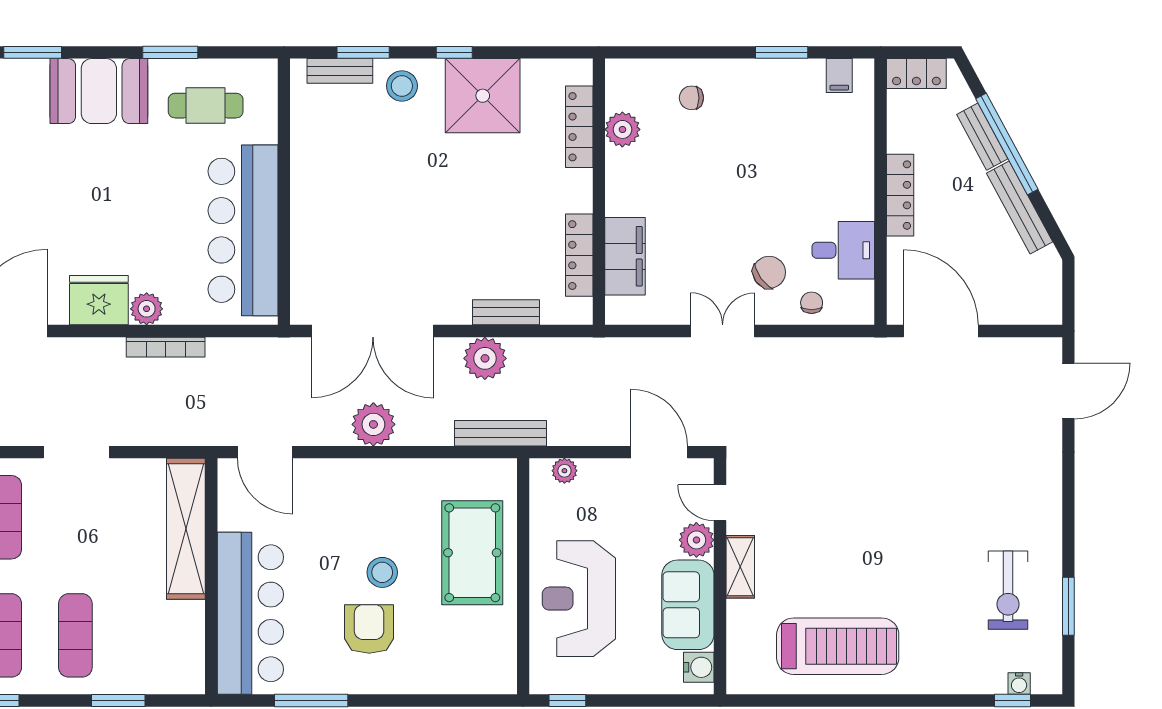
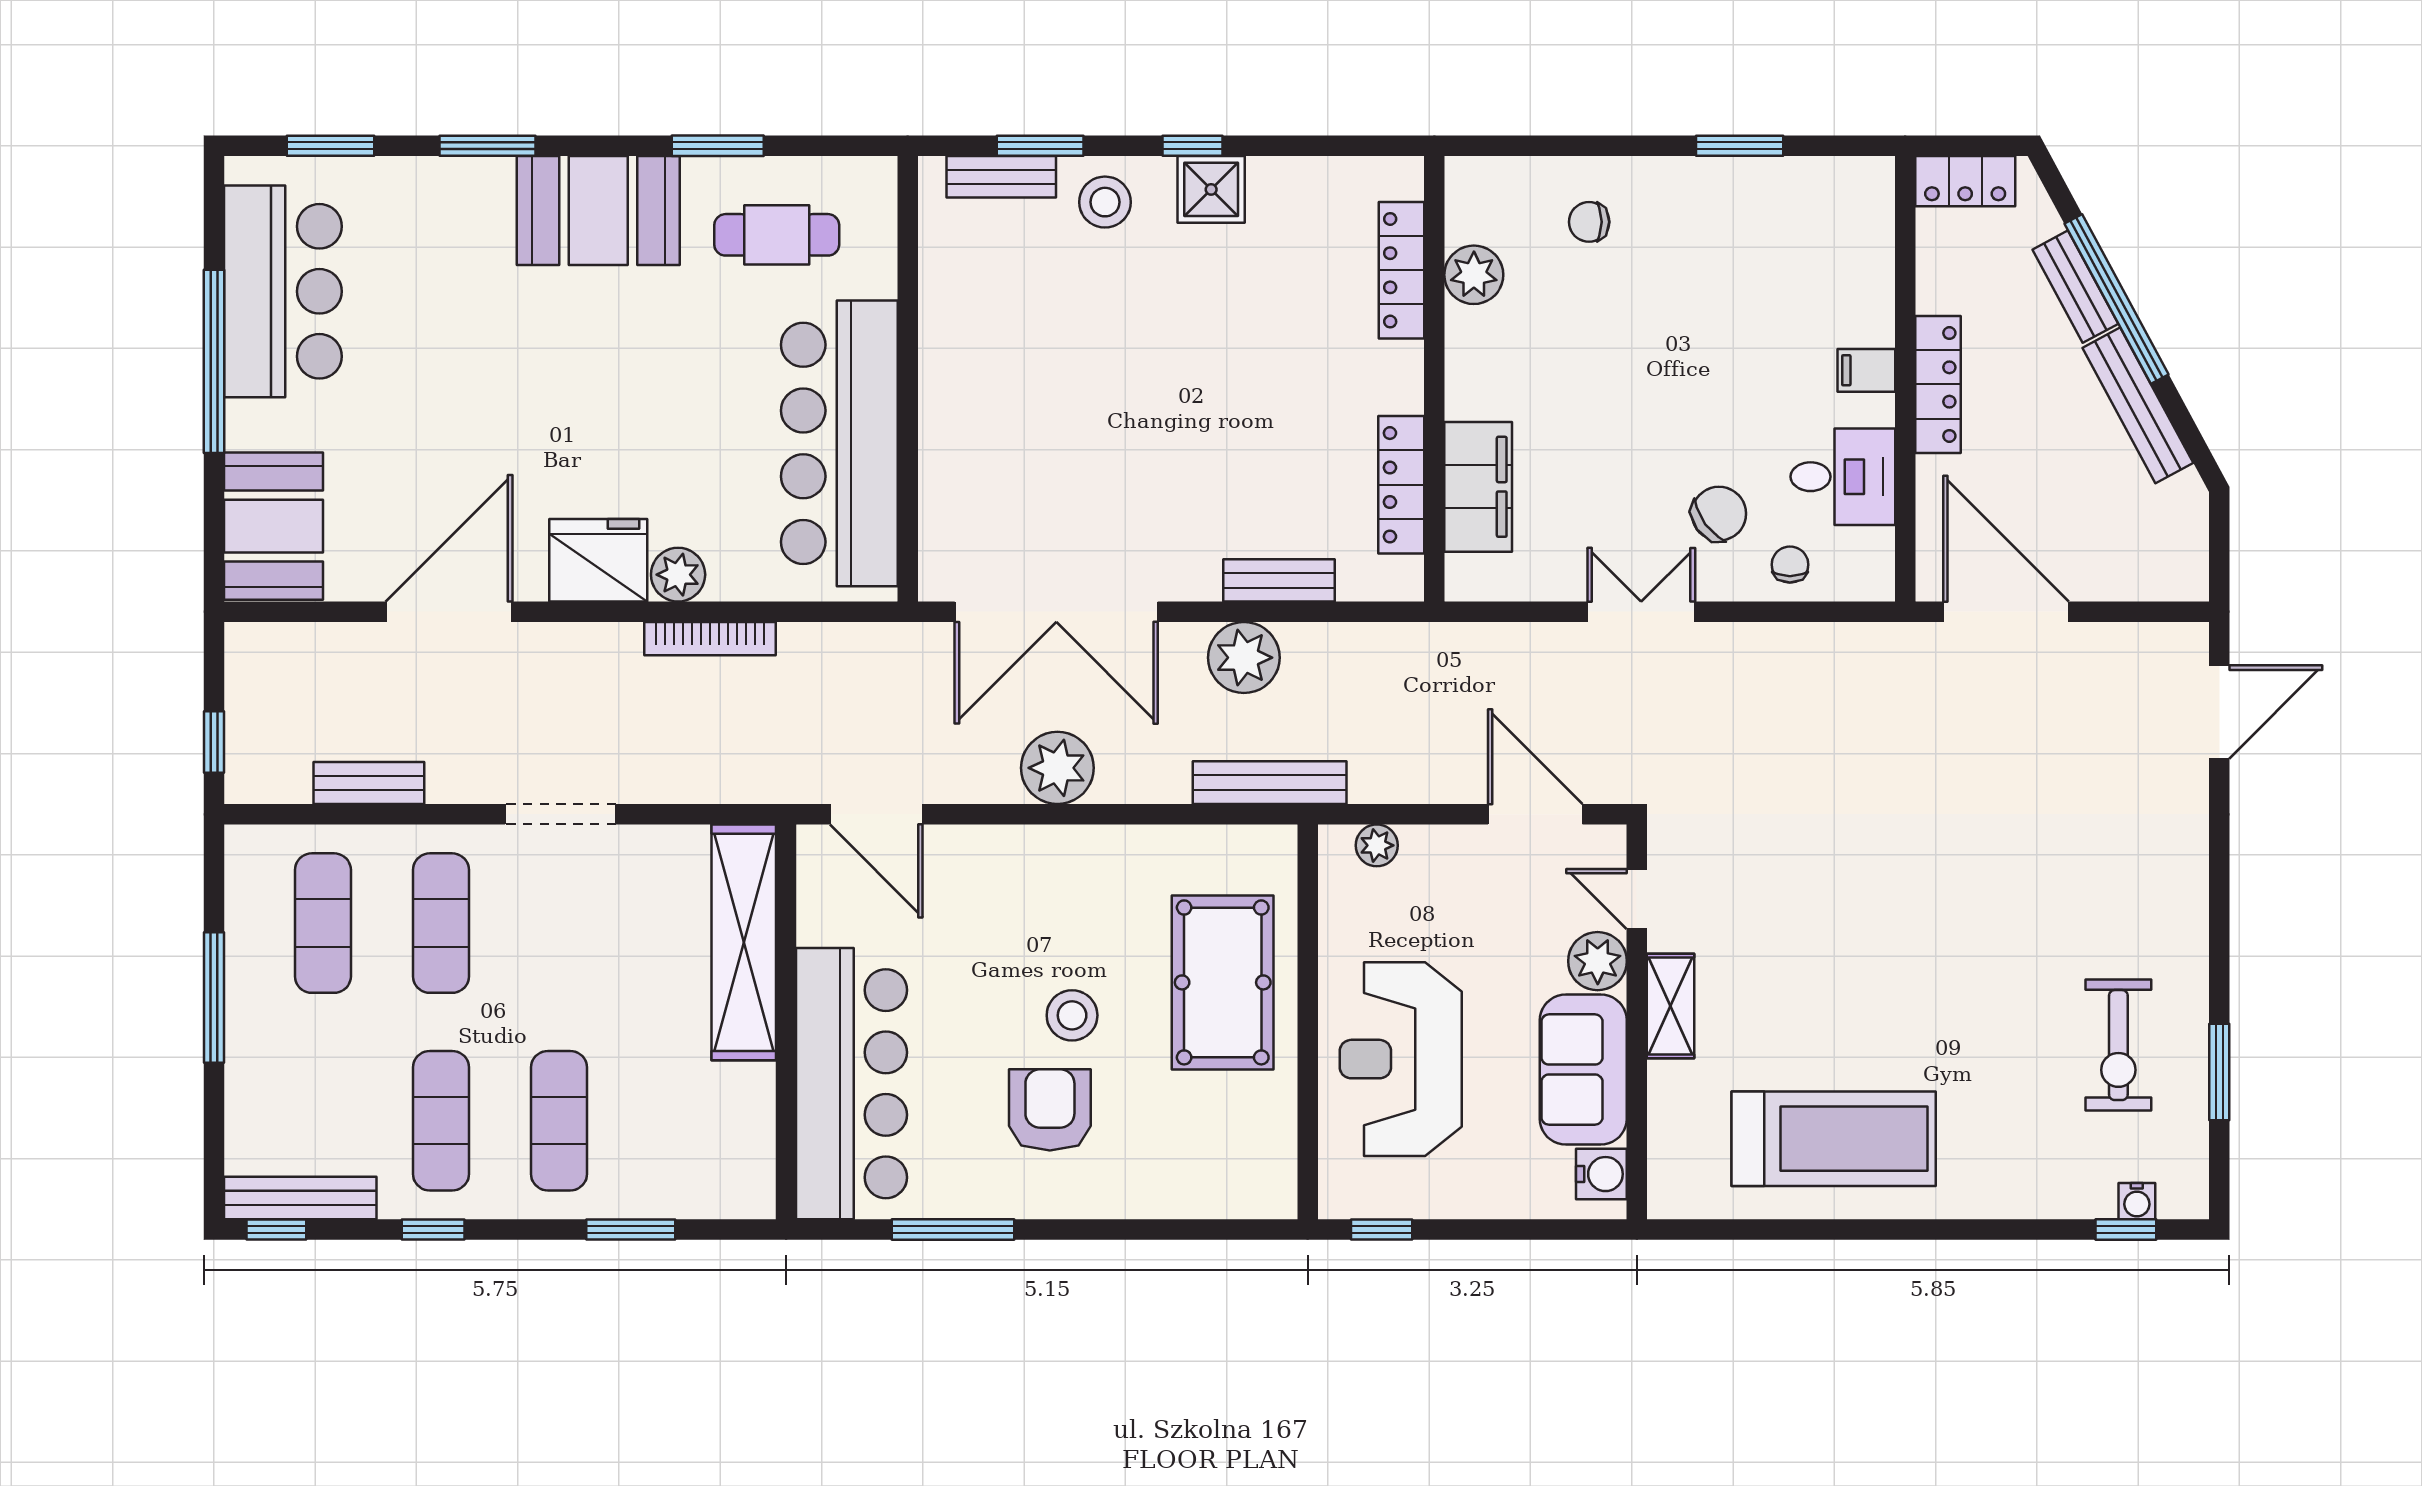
filing cabinet: (839, 76) -> (1866, 370), moved, turned 90
shower: (483, 96) -> (1211, 189), width x0.54, depth x0.54

